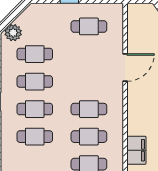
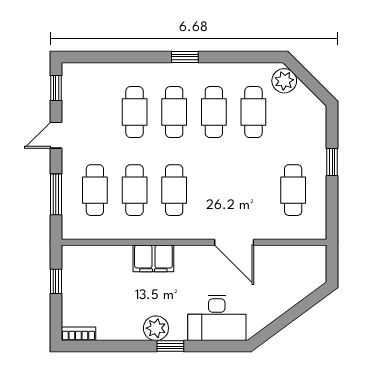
filing cabinet: (136, 150) -> (153, 258), moved

